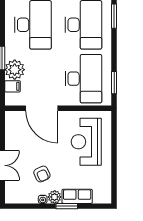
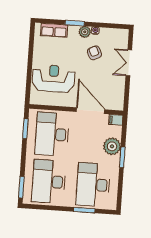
filing cabinet: (13, 86) -> (116, 120), moved
reception desk: (86, 142) -> (54, 78), turned -90
row of seats: (77, 196) -> (54, 30), moved

